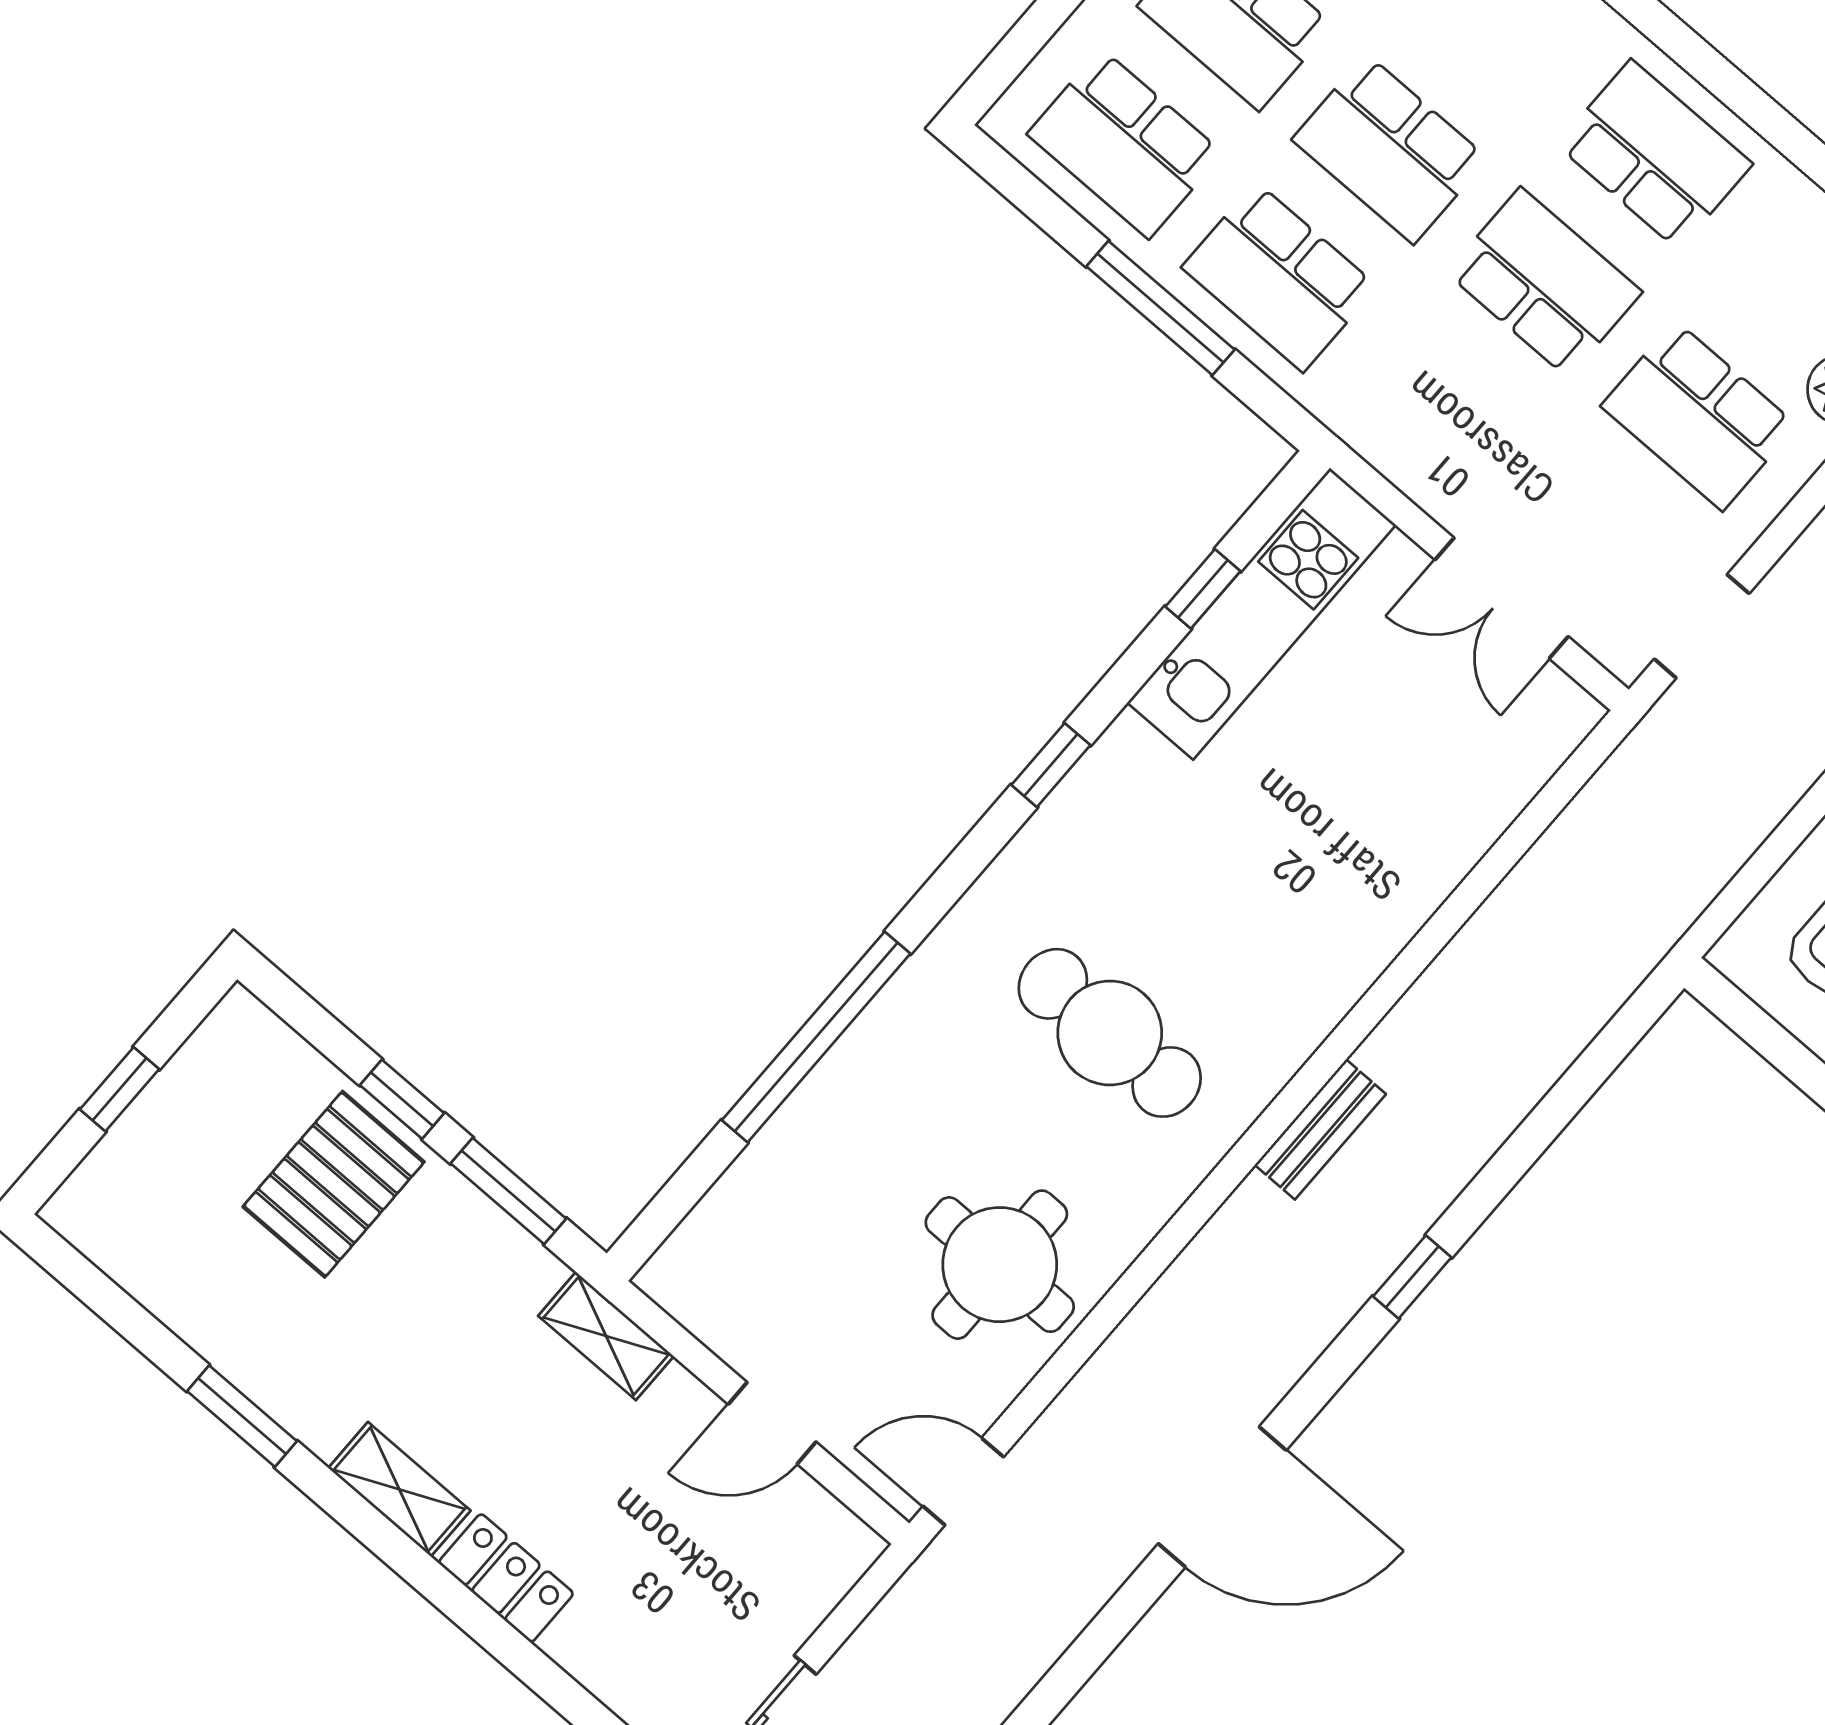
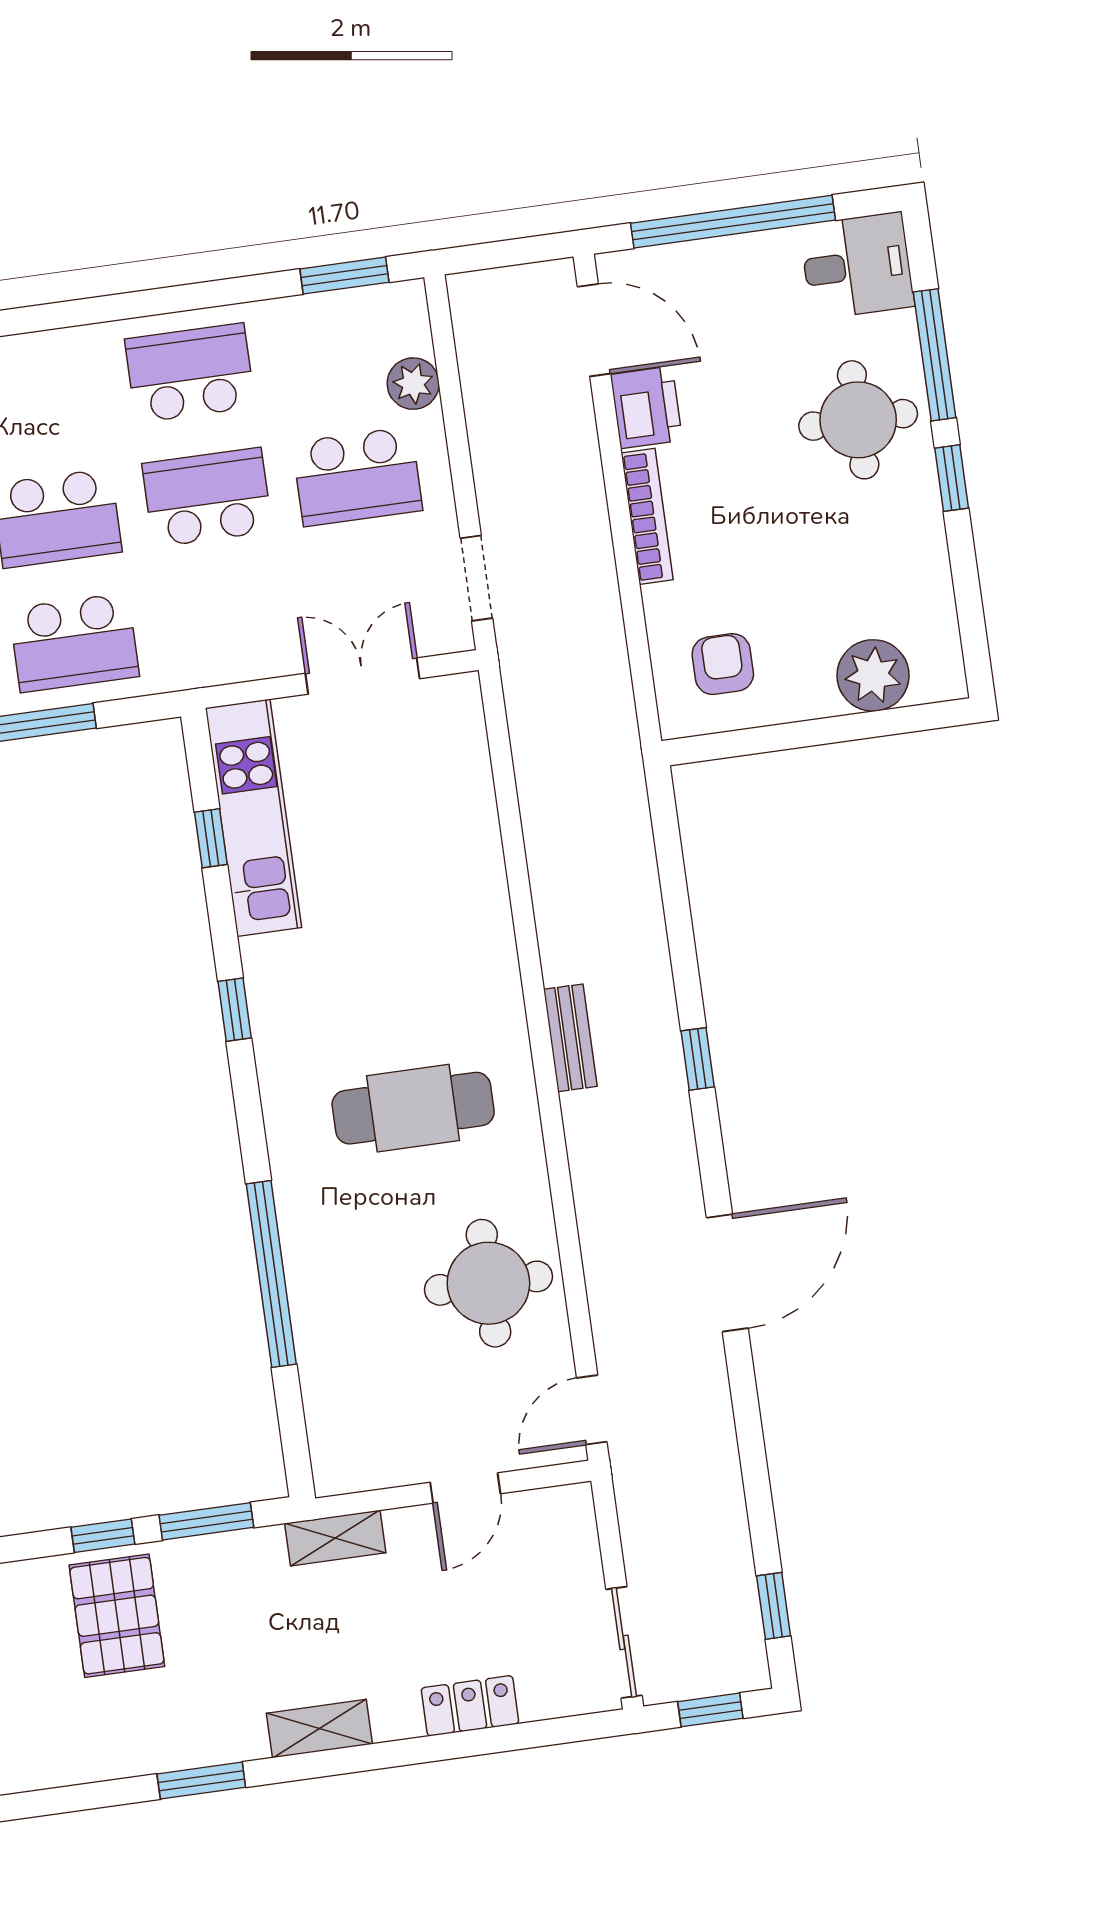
double door: (1502, 598) -> (363, 676), swing flipped
locker: (506, 1578) -> (470, 1706), moved

